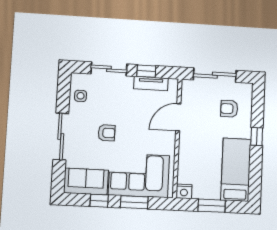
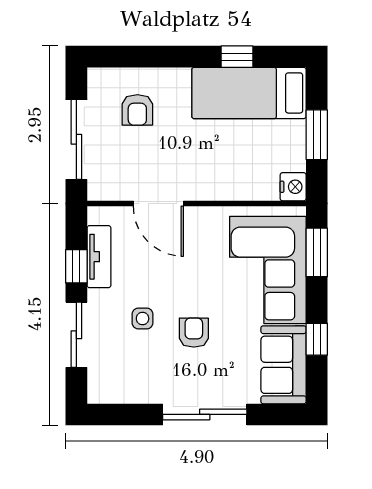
side table: (81, 96) -> (143, 319), moved
window: (257, 136) -> (237, 57), moved
window: (134, 202) -> (317, 252), moved

